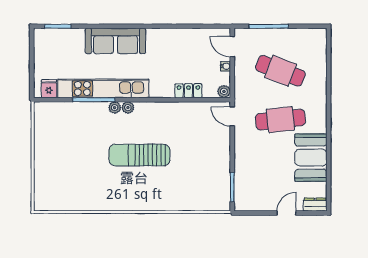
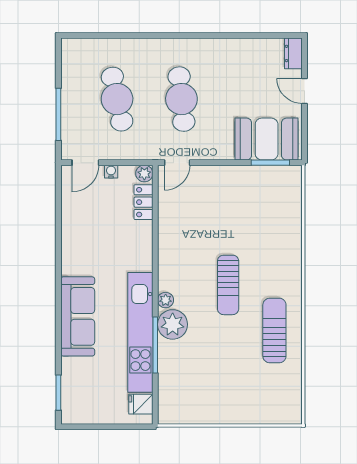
cafe table: (280, 71) -> (117, 99), turned -33
locker: (188, 91) -> (143, 202), moved
plant: (115, 108) -> (173, 324), width x1.88, depth x1.88
sun lounger: (139, 155) -> (228, 285), width x0.73, depth x0.75
booth: (311, 158) -> (267, 139), moved
sun lounger: (105, 190) -> (274, 330), added

